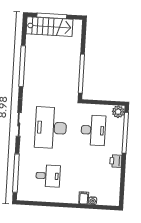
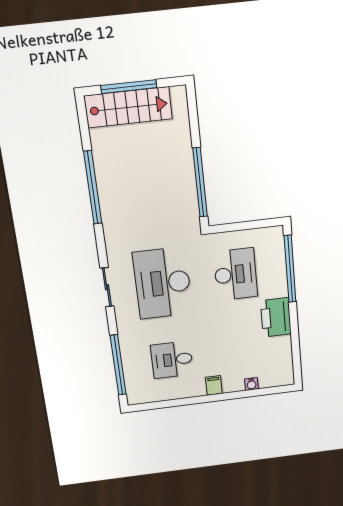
plant: (118, 112) -> (273, 236), removed
printer: (116, 161) -> (276, 317), width x1.87, depth x1.48
desk: (48, 176) -> (172, 360), turned 180
filing cabinet: (84, 198) -> (214, 385), moved

